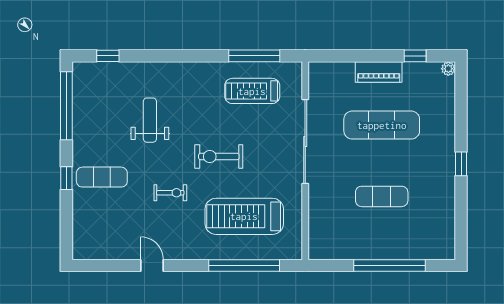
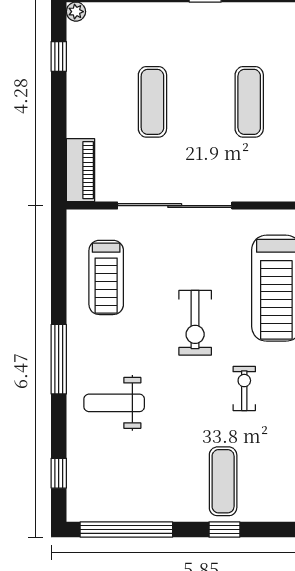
window: (254, 56) -> (59, 359), moved
piano: (379, 72) -> (81, 170), moved
weight bench: (150, 120) -> (114, 403), moved
exercise mat: (382, 125) -> (152, 102), width x0.73, depth x0.69

